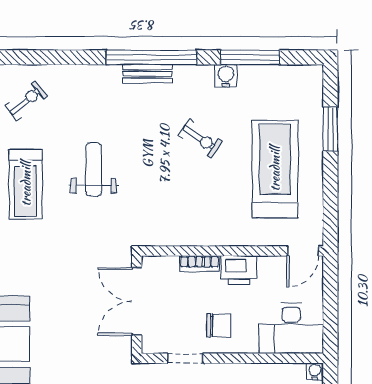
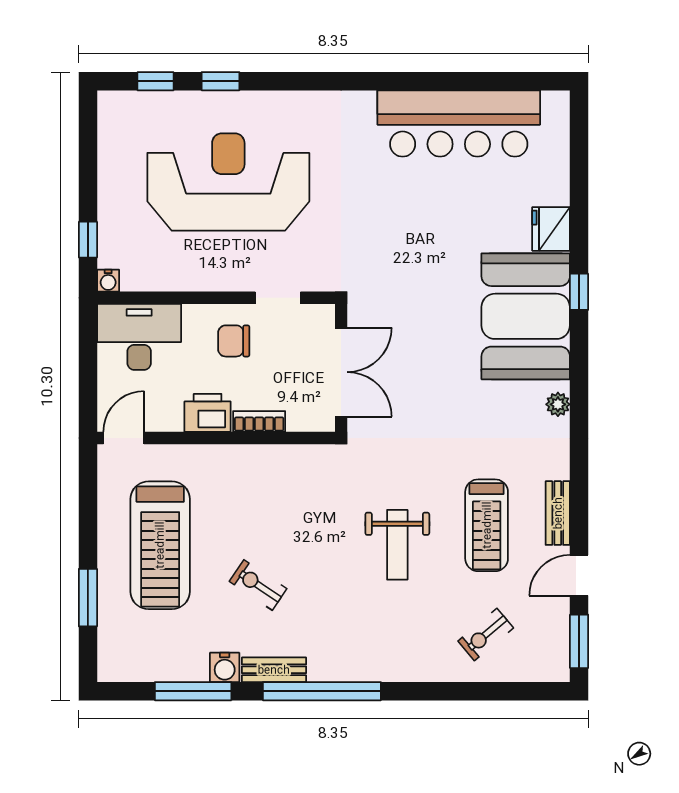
bench: (147, 74) -> (274, 670), moved
treadmill: (26, 184) -> (487, 525), turned 180

